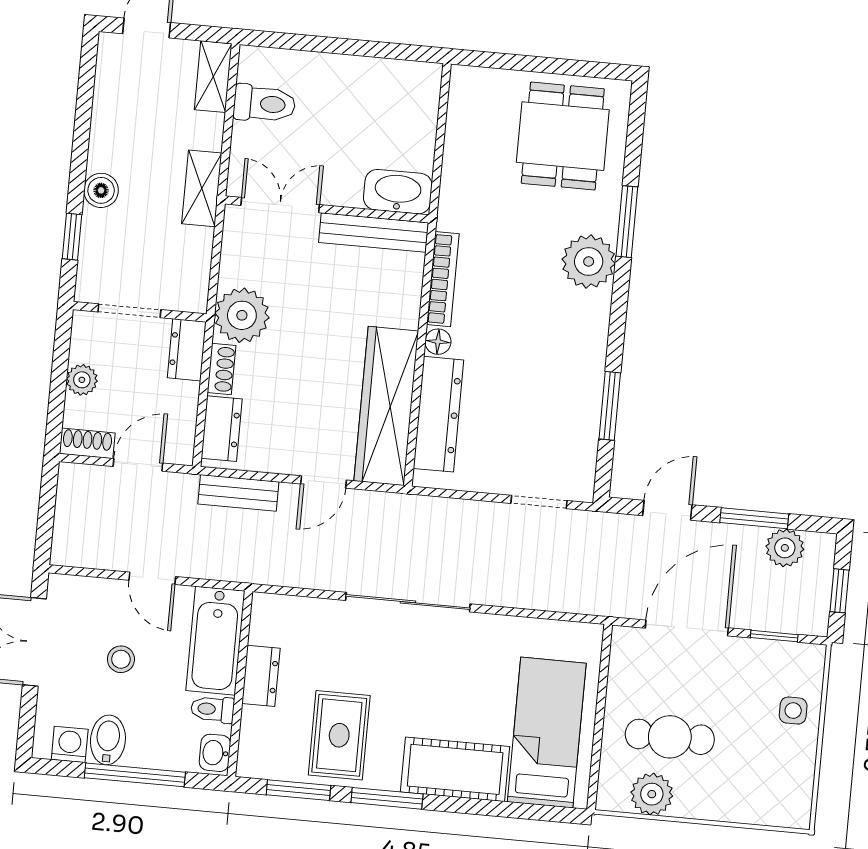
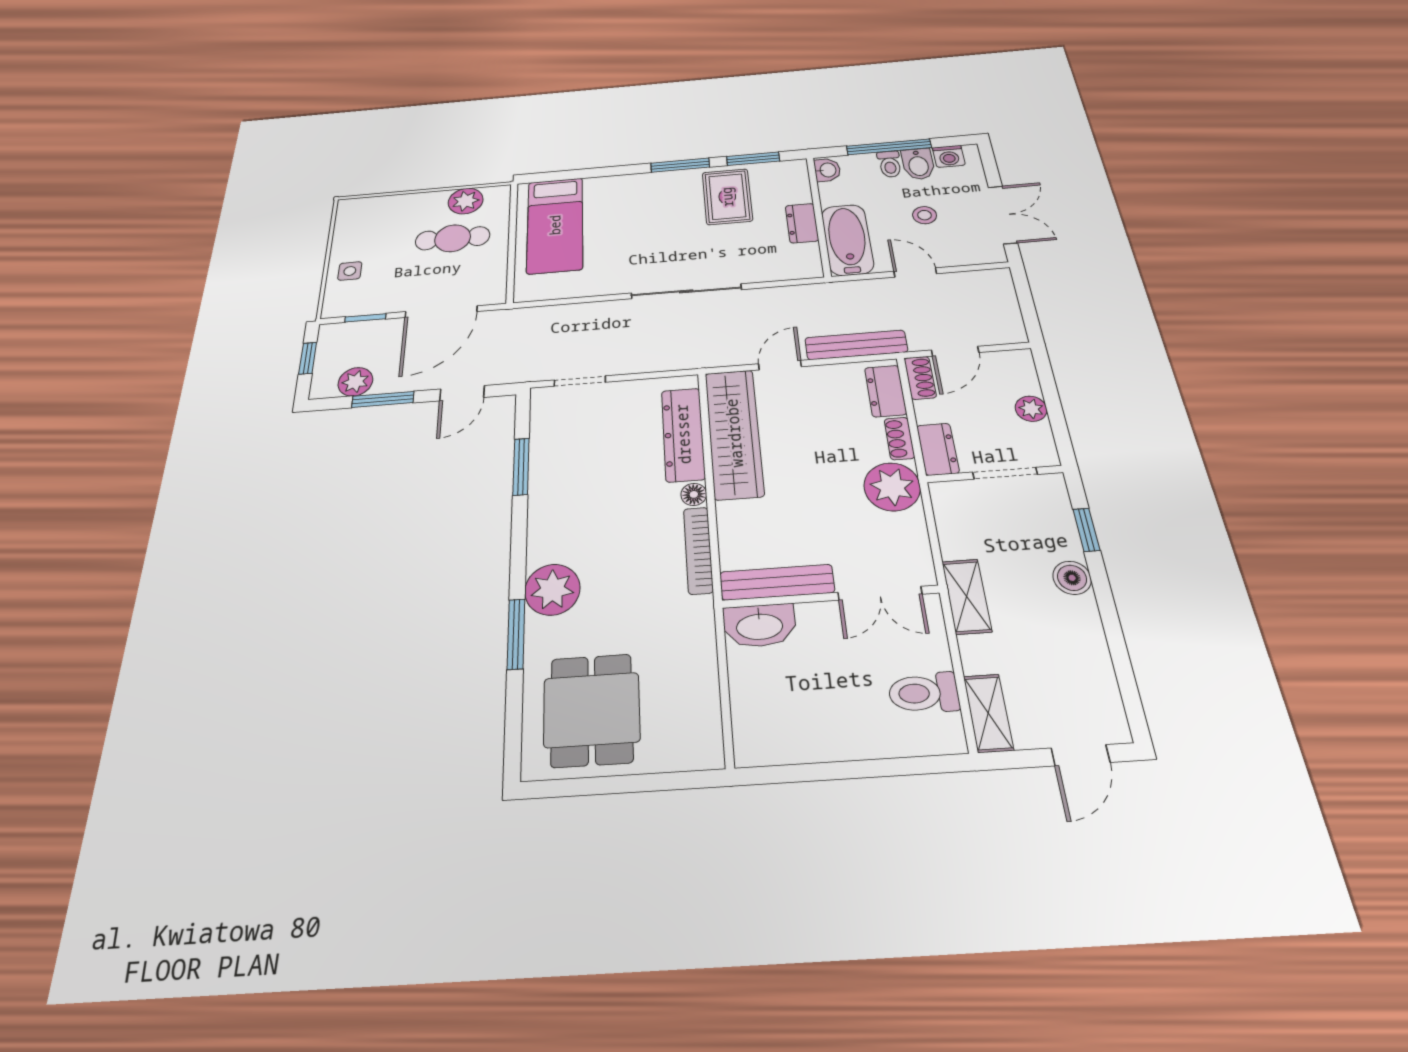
shoe rack: (87, 443) -> (920, 378), moved, turned -90
bench: (238, 493) -> (856, 345), width x1.36
toilet: (213, 709) -> (890, 164), moved, turned 90
cot: (455, 769) -> (628, 191), removed

